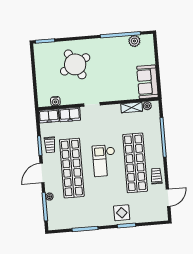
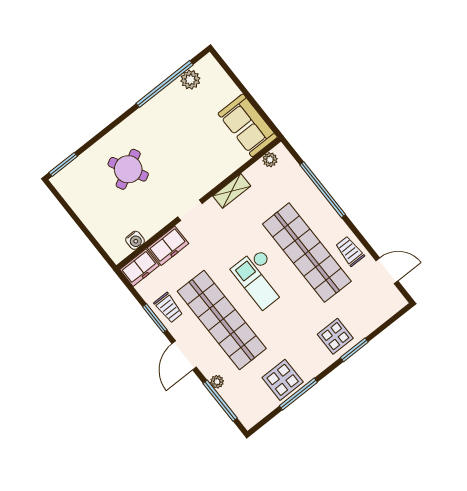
round table: (75, 64) -> (128, 169), width x0.73, depth x0.73
shelving: (132, 107) -> (232, 191), moved
door: (168, 198) -> (387, 271), hinge flipped
display table: (82, 217) -> (283, 380), added

